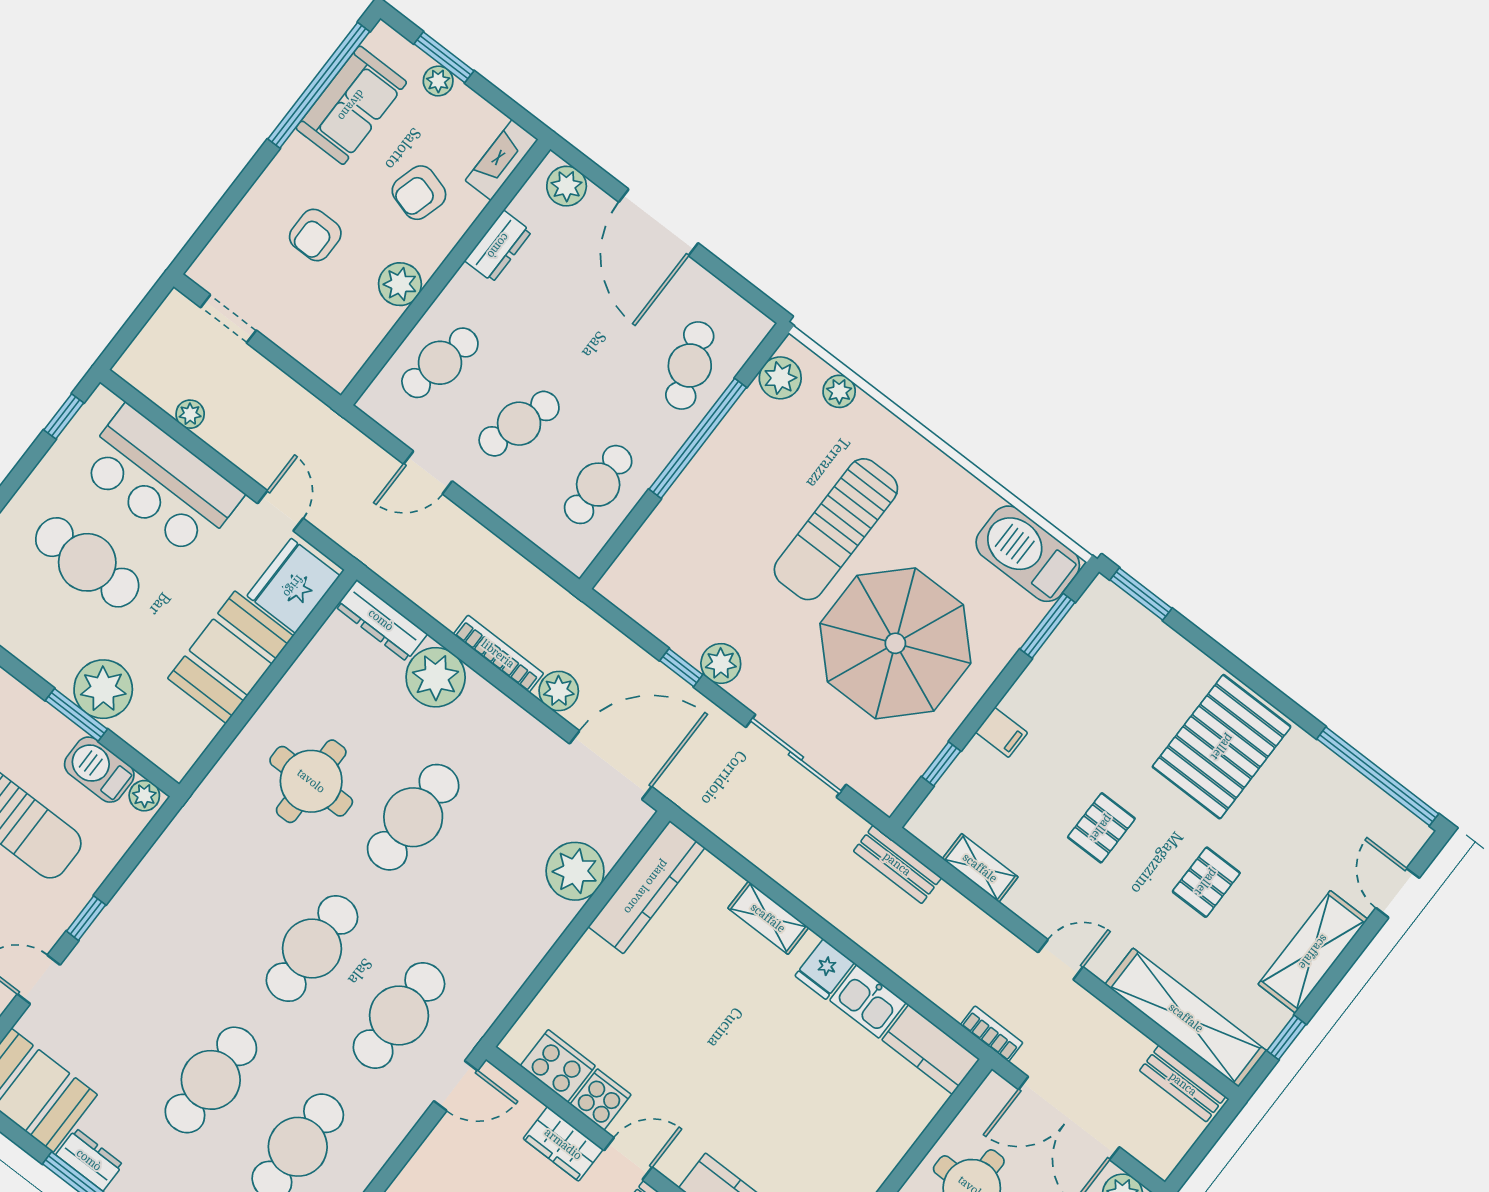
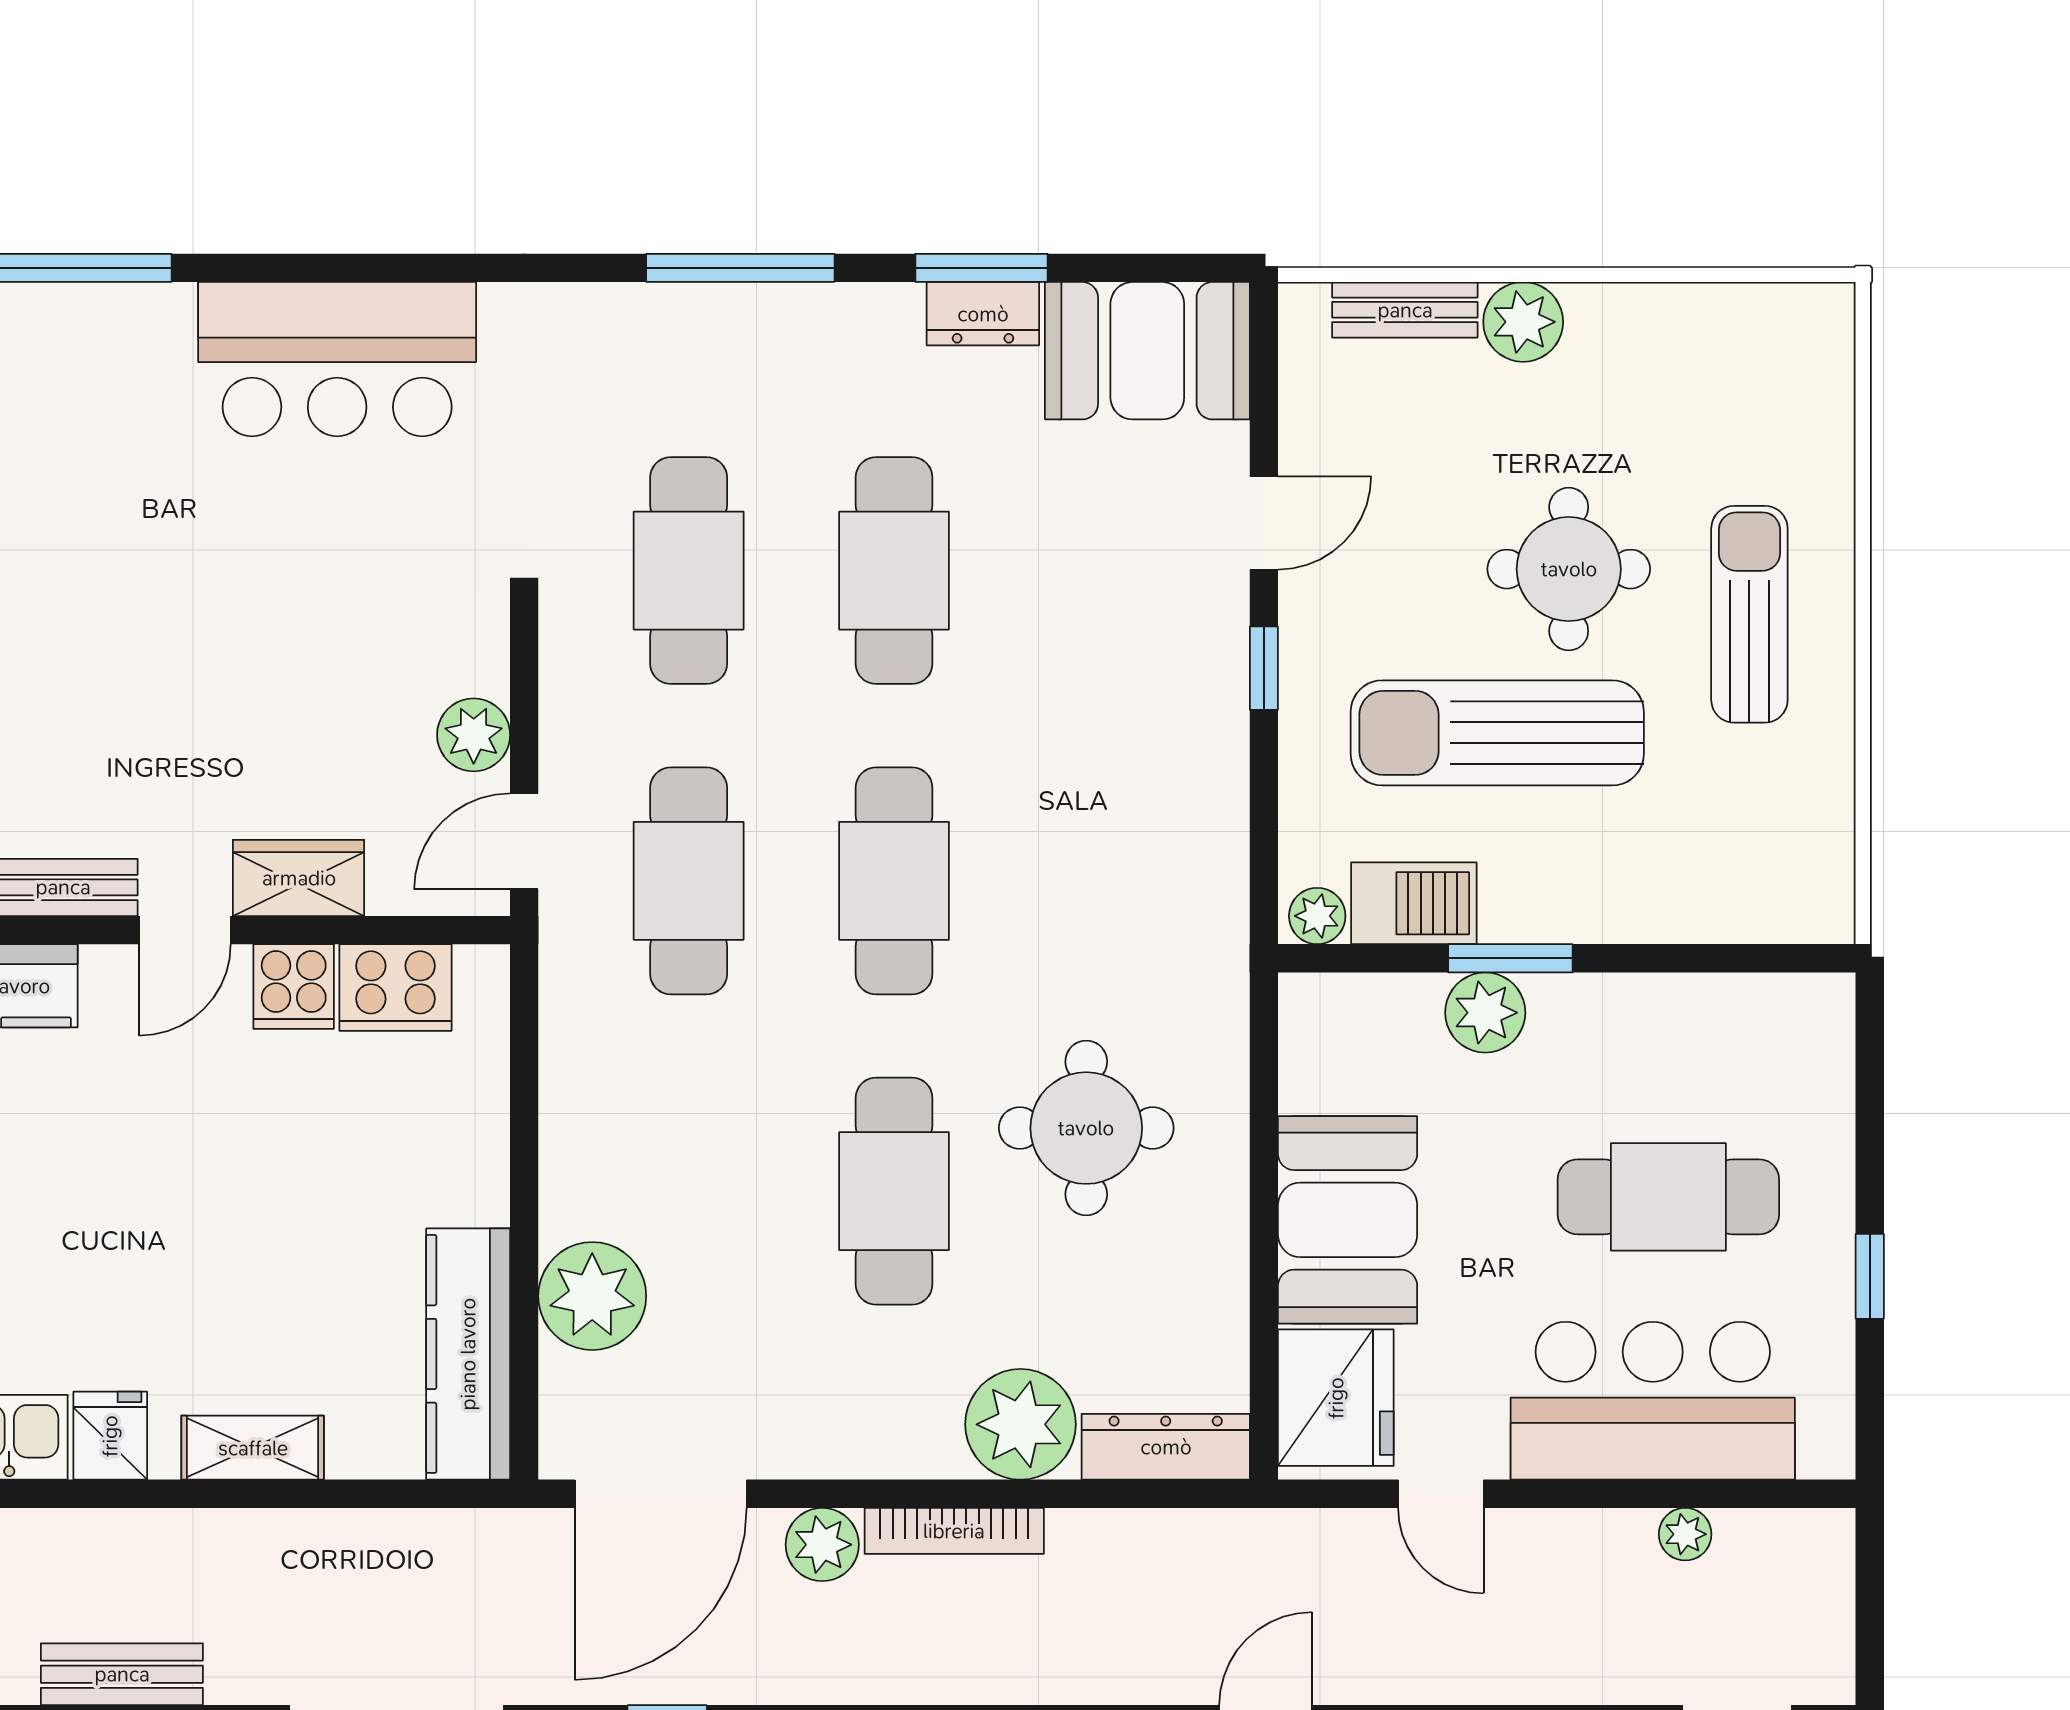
window: (64, 416) -> (1870, 1276), moved
plant: (103, 689) -> (1485, 1013), width x0.73, depth x0.73
plant: (442, 1147) -> (474, 735), added

